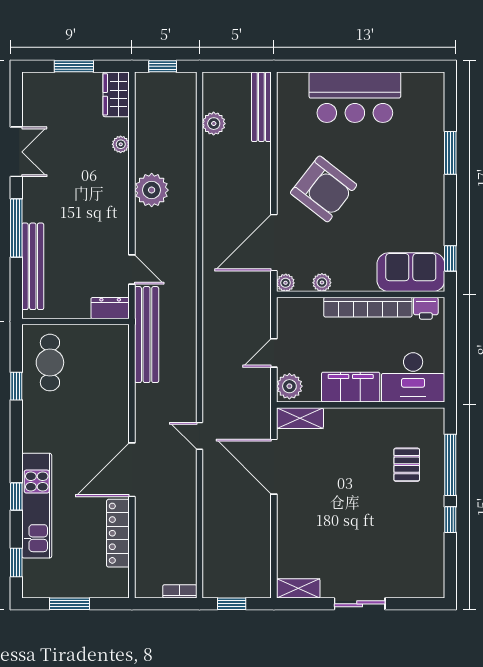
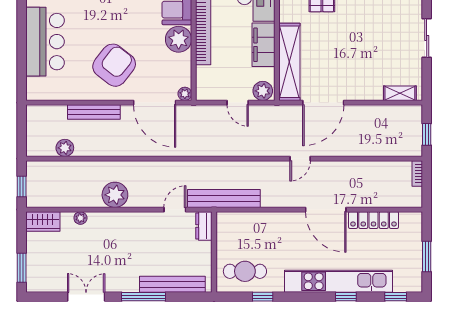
window: (74, 66) -> (22, 268), moved
bench: (261, 107) -> (94, 112), moved
plant: (322, 283) -> (179, 39), moved, width x1.87, depth x1.87
shelving: (300, 418) -> (289, 62), width x2.20, depth x1.33
kitchen unit: (37, 506) -> (338, 281), width x1.36
shelving: (298, 588) -> (400, 93), moved, turned 90

